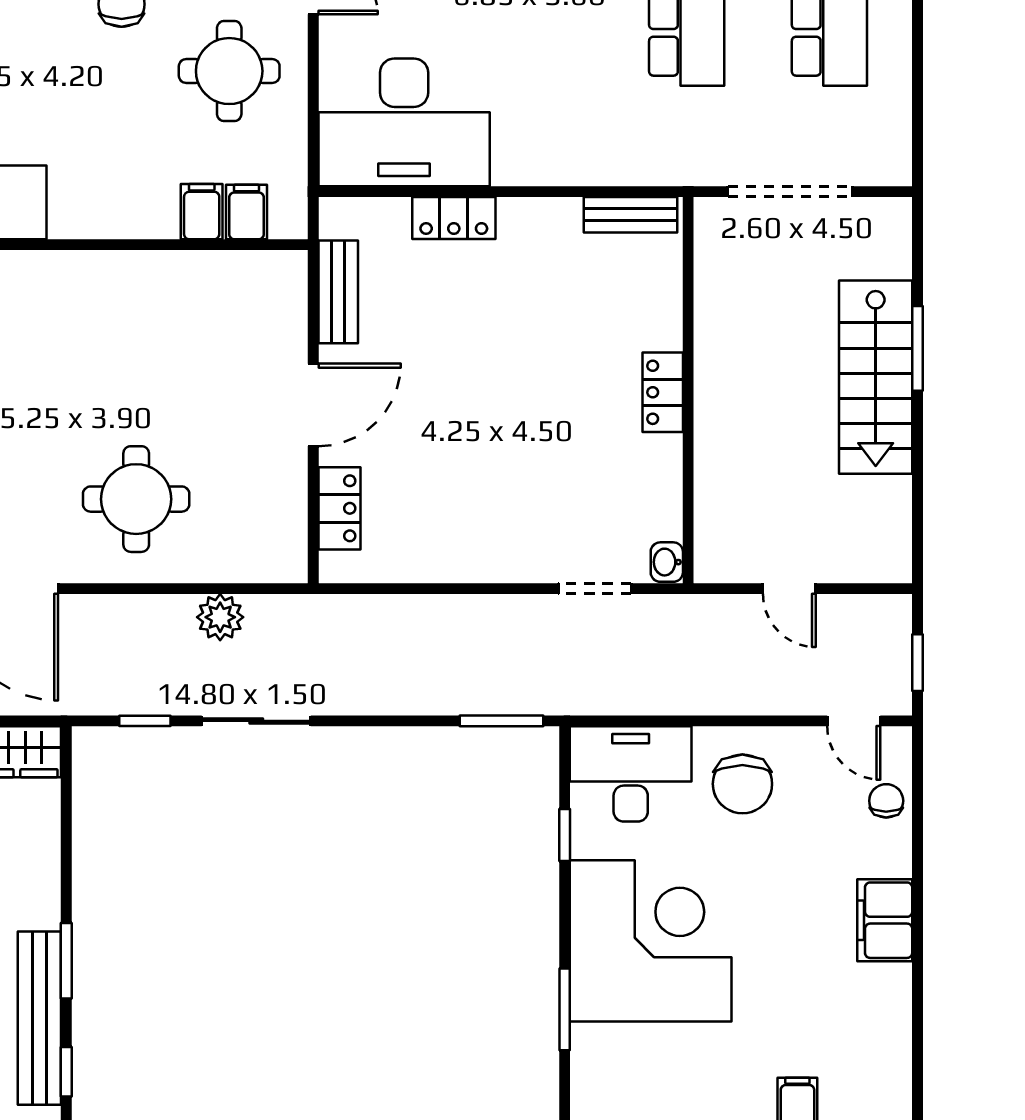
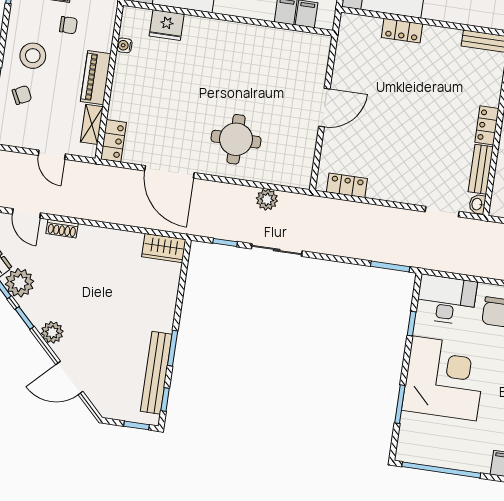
bench: (338, 292) -> (481, 169), moved
locker: (339, 508) -> (347, 185), moved, turned -90

